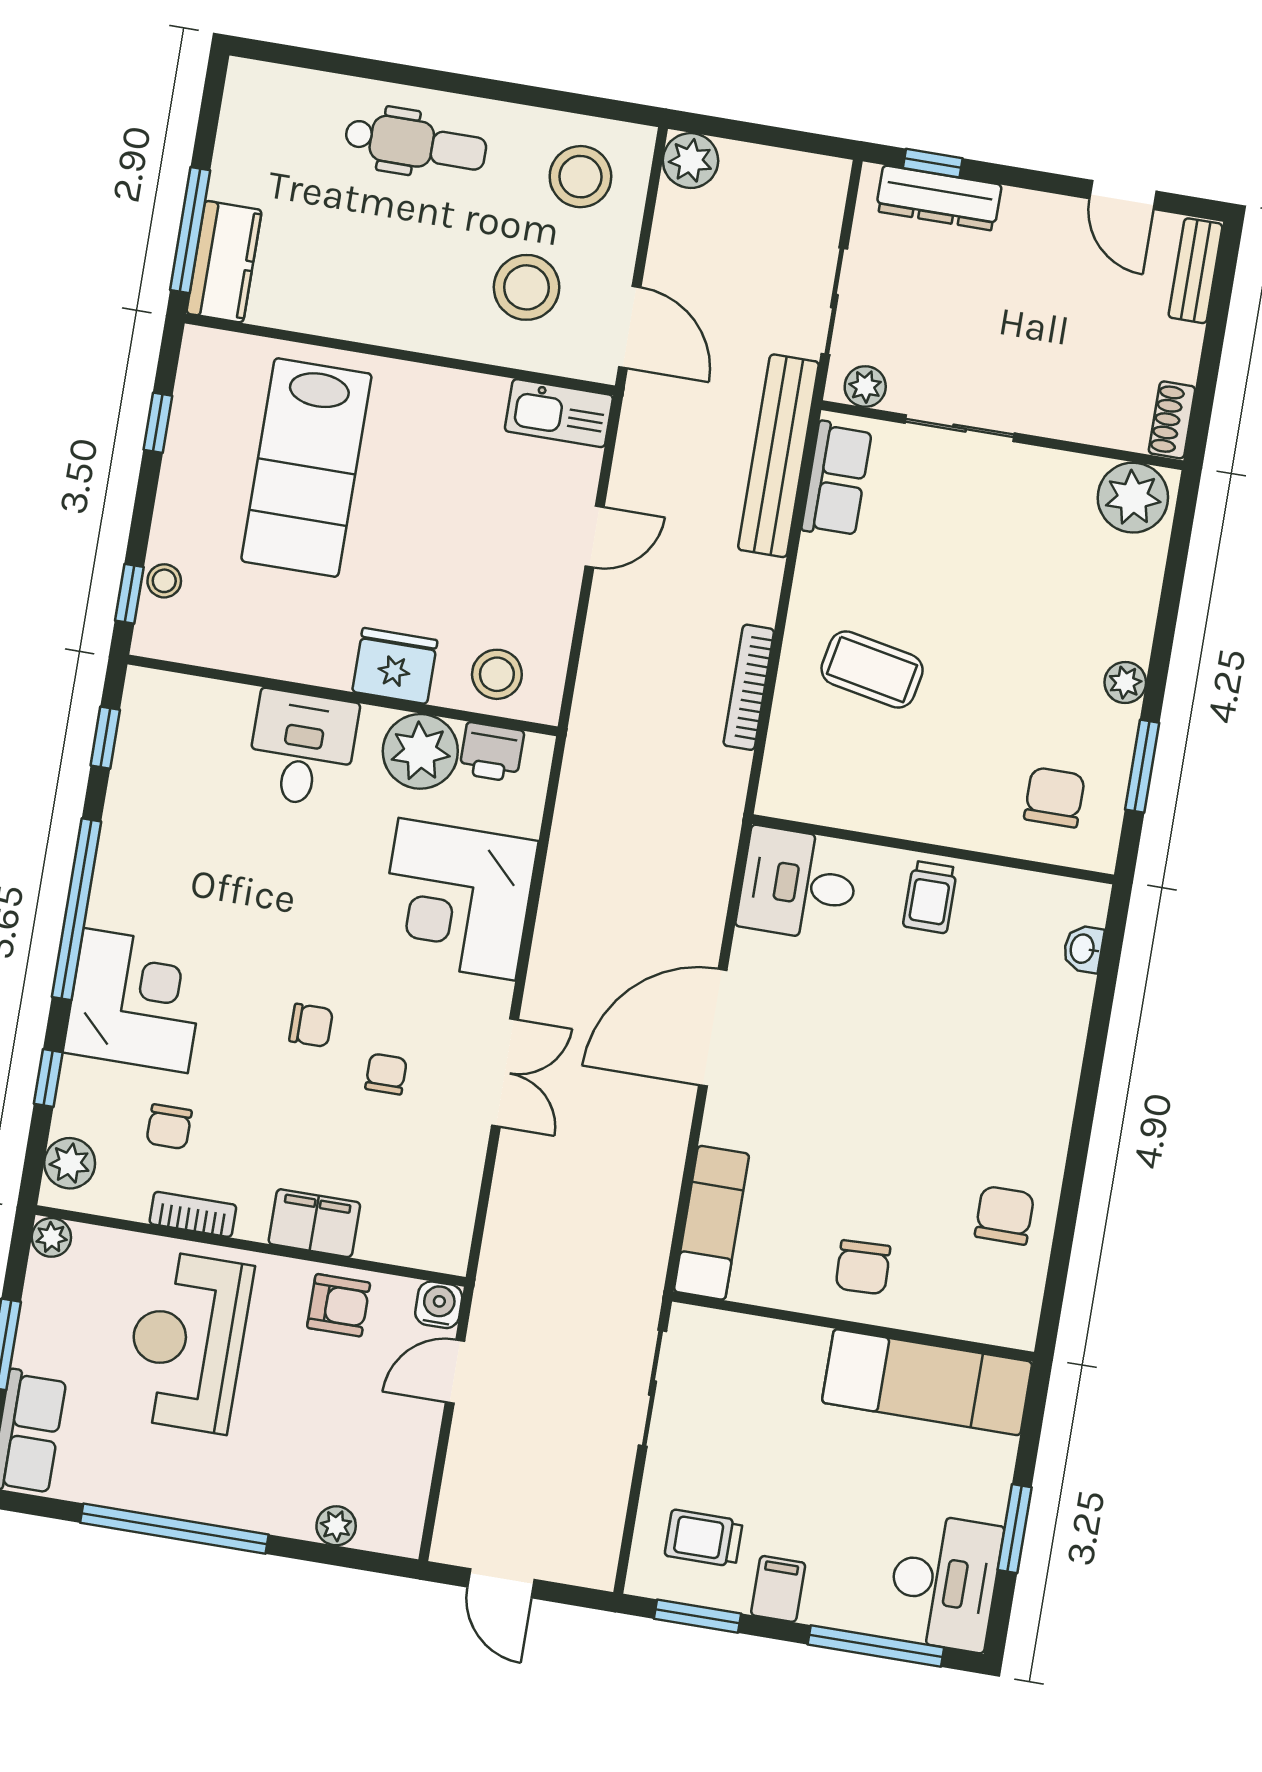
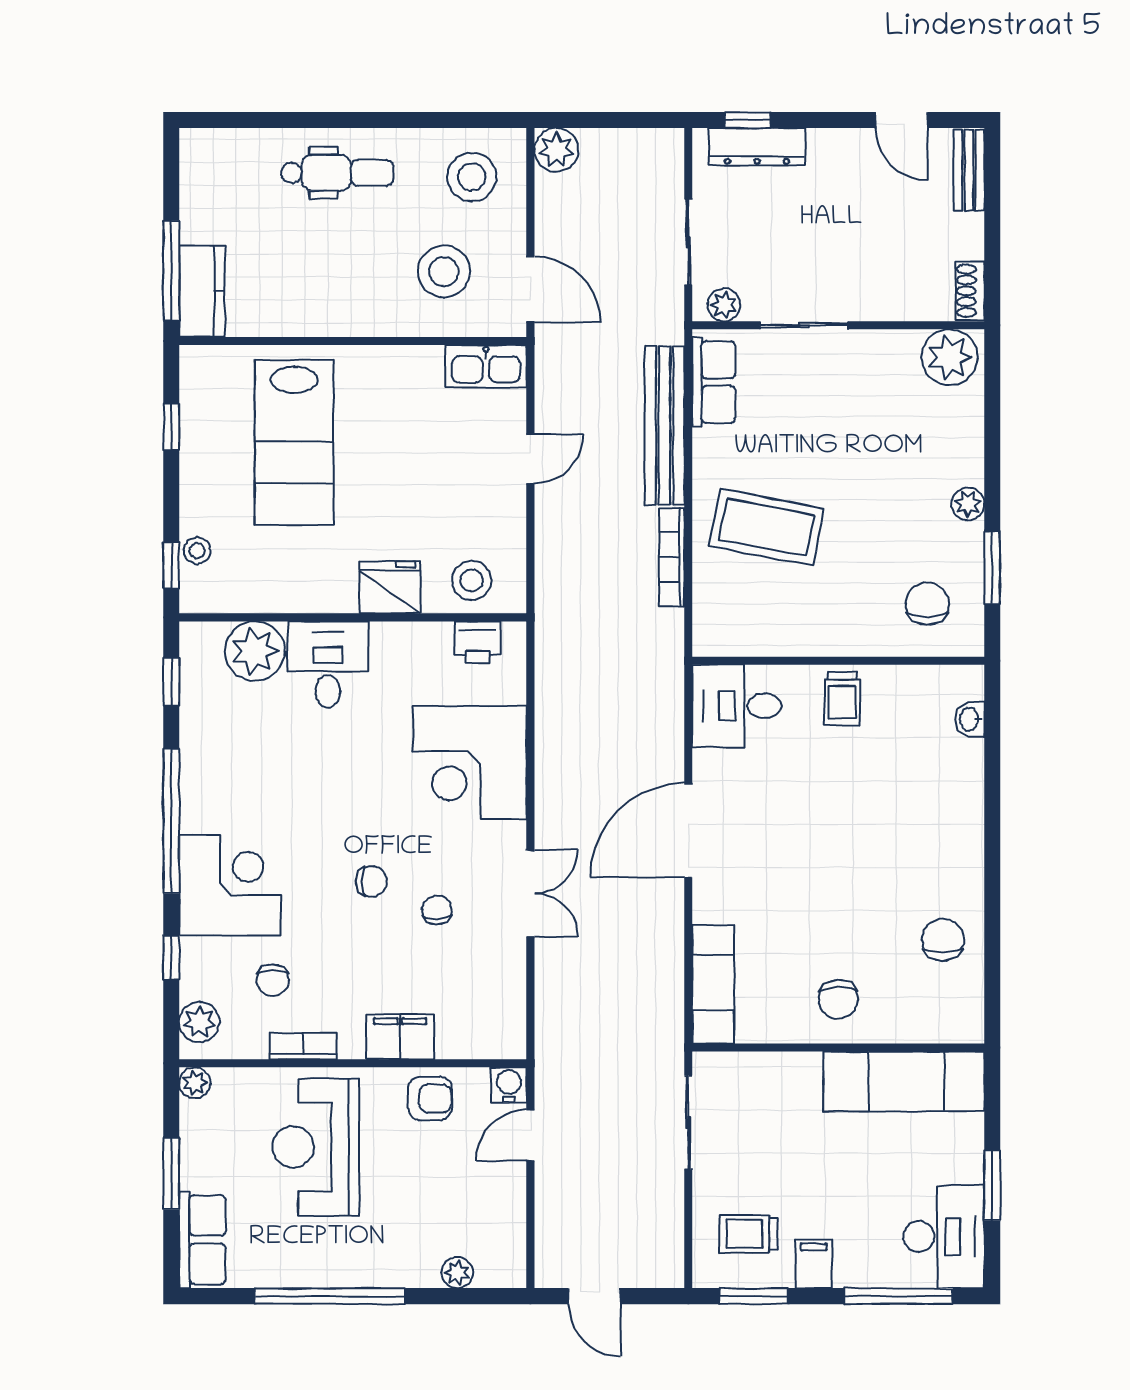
bench: (778, 456) -> (665, 426), moved
coffee table: (872, 670) -> (767, 527), width x1.36, depth x1.32
plant: (420, 751) -> (255, 651), moved

